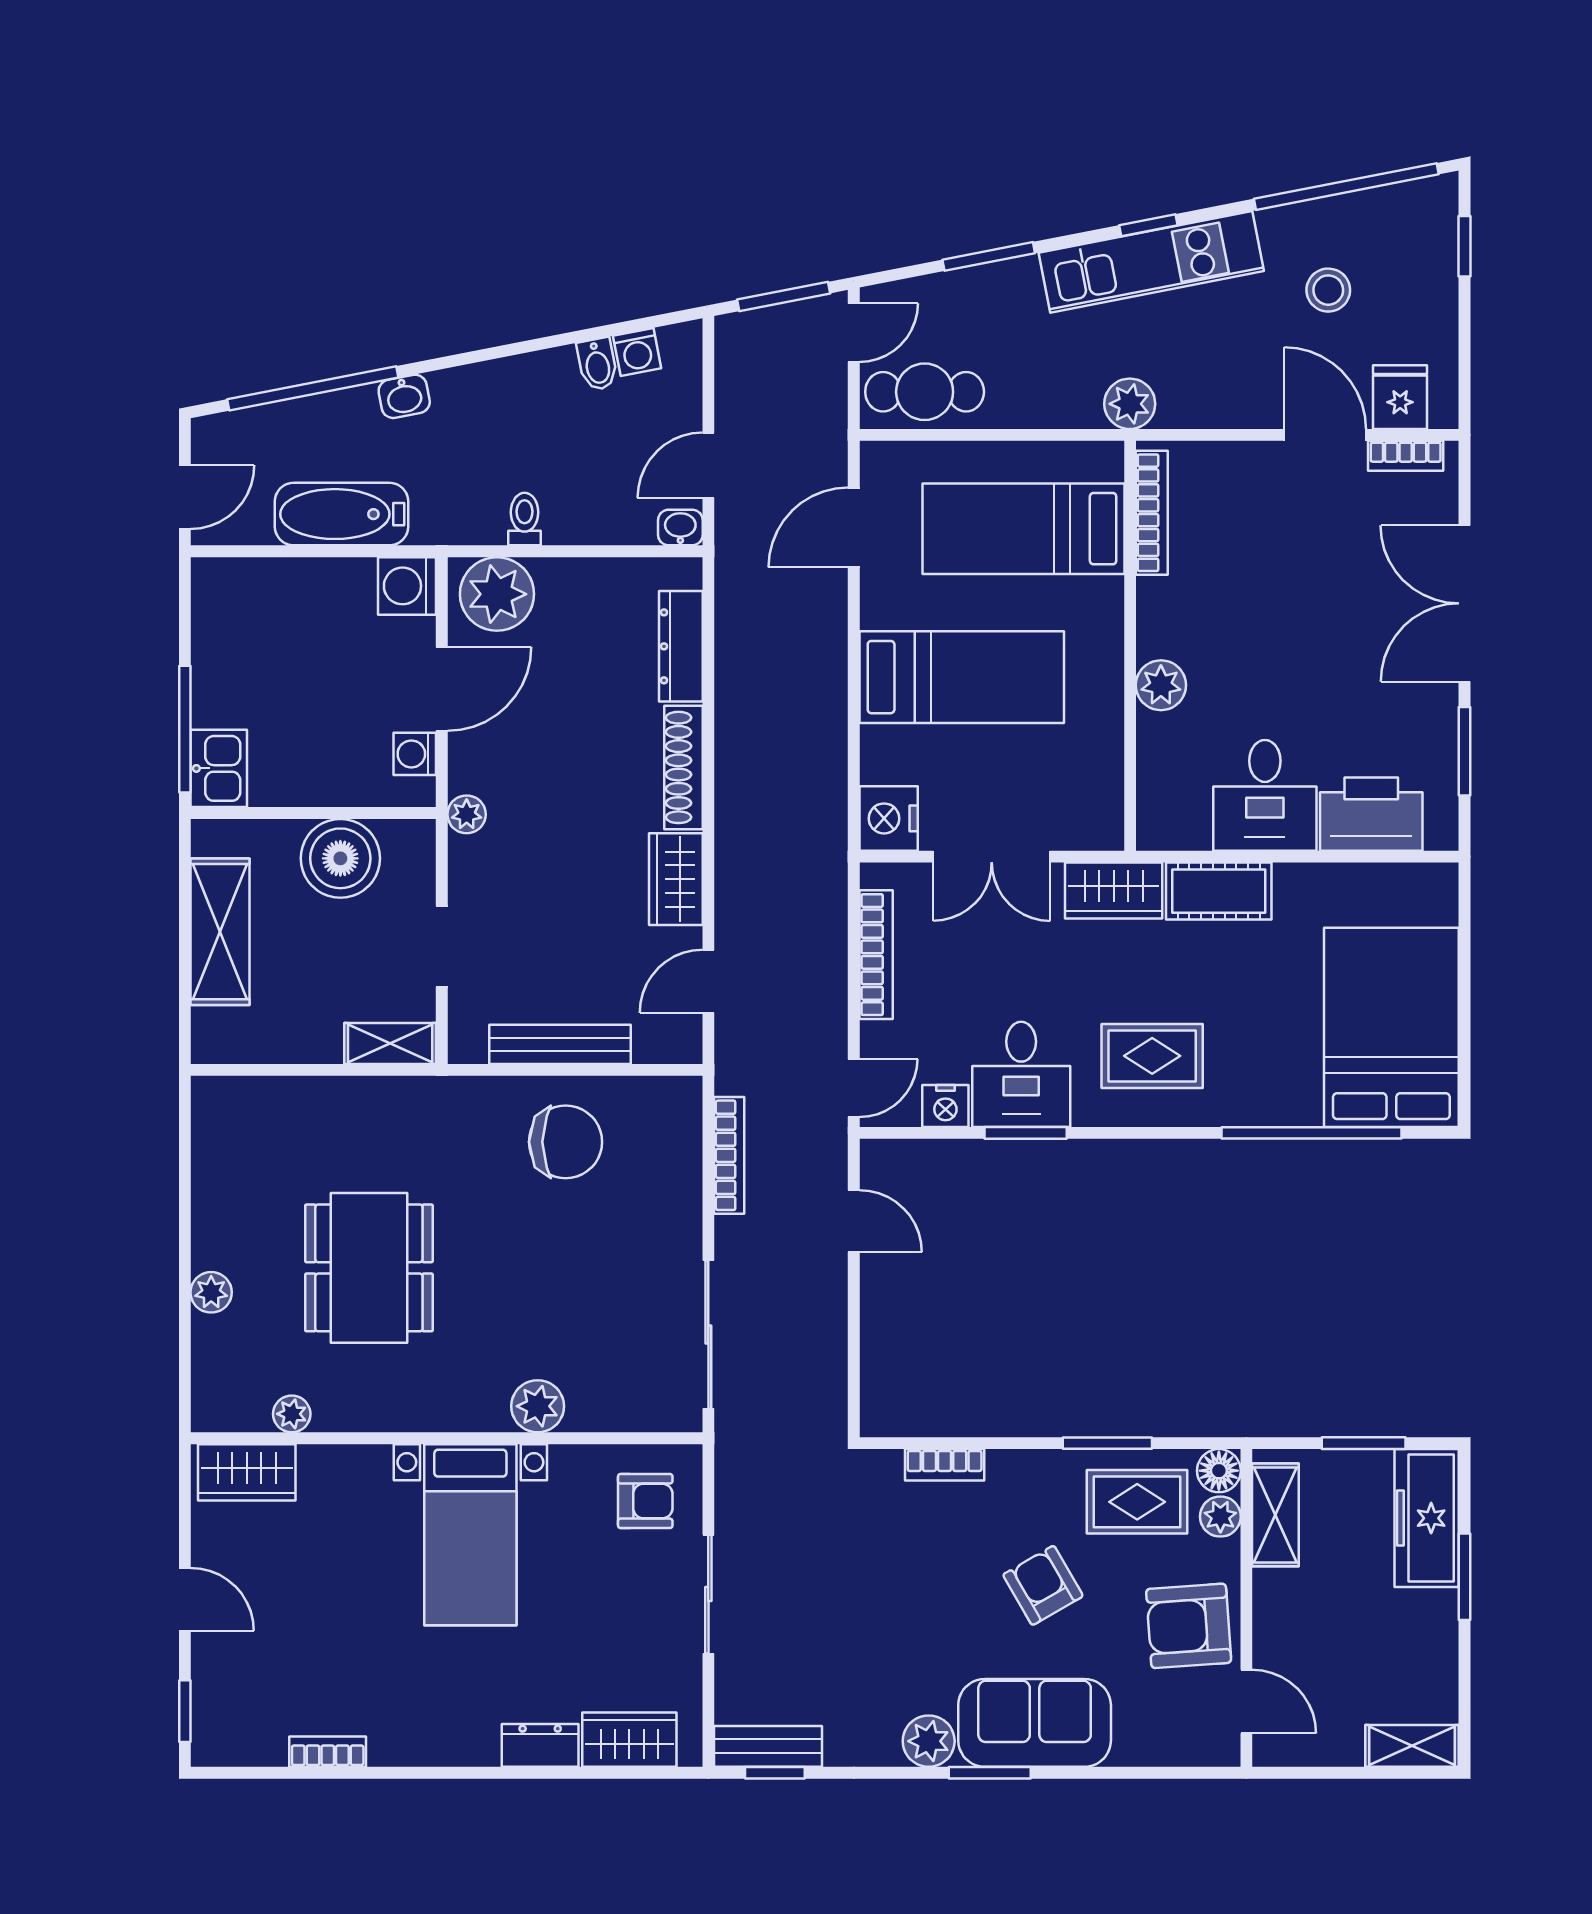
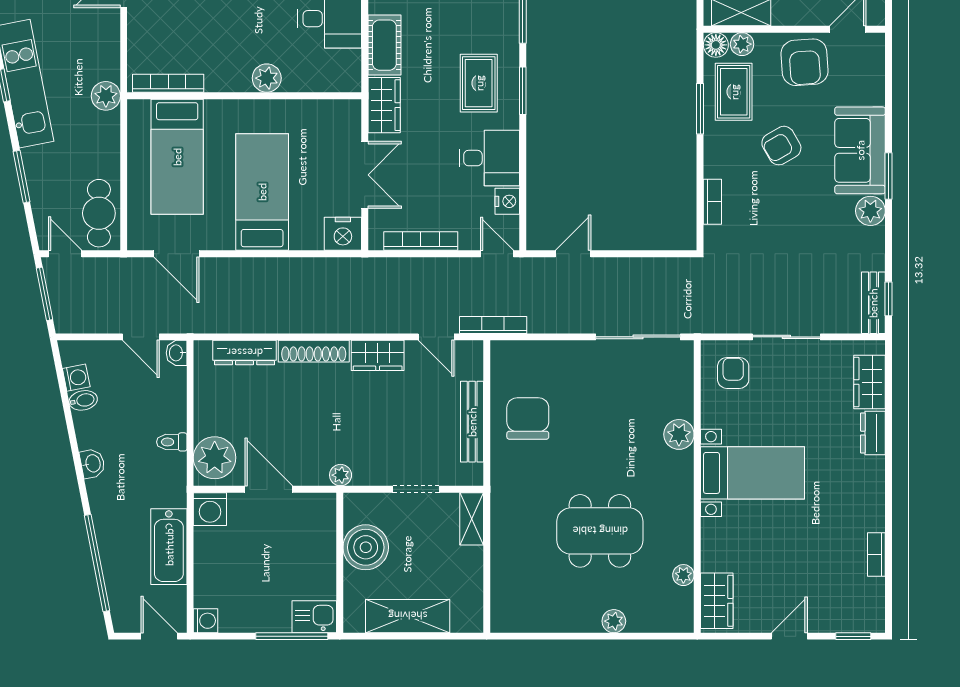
washbasin: (404, 396) -> (92, 463), moved
washing machine: (415, 754) -> (206, 621), moved, turned -90
window: (1026, 1133) -> (523, 91), moved
bookcase: (729, 1155) -> (493, 325), moved

